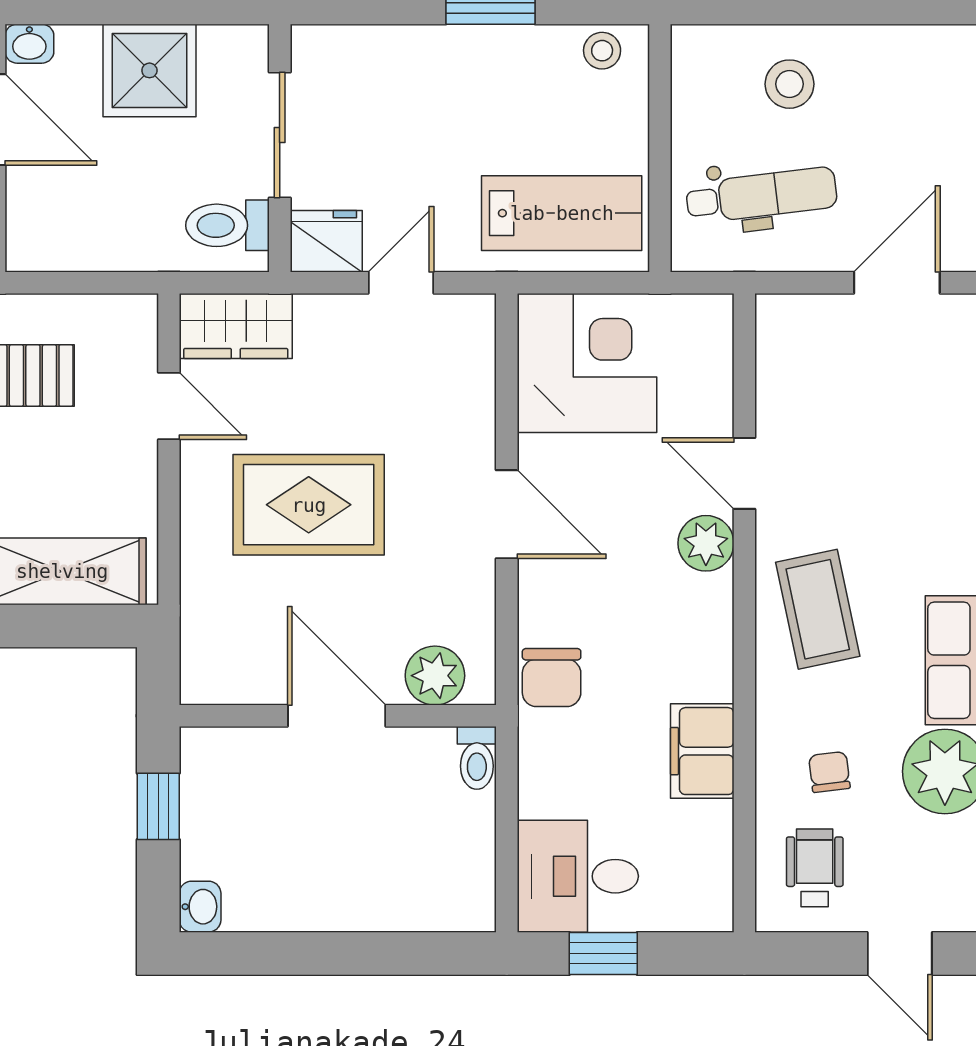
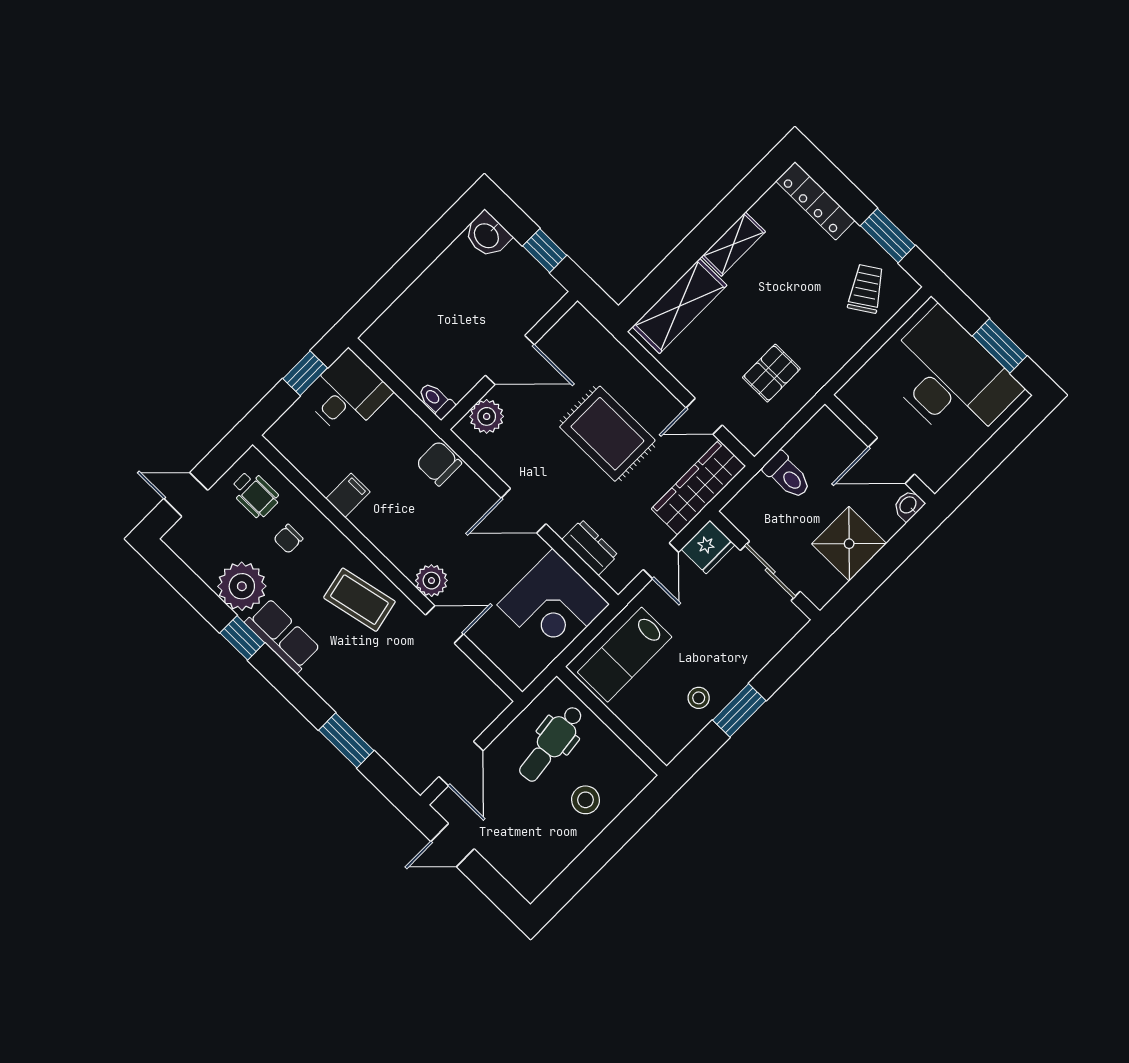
stool: (602, 51) -> (699, 698), moved
toilet: (227, 225) -> (787, 475), moved, turned 90
wardrobe: (236, 326) -> (698, 487), width x1.50
dresser: (471, 387) -> (590, 547), added
rug: (309, 505) -> (607, 434), turned 90
filing cabinet: (702, 751) -> (348, 495), width x0.50
chair: (829, 772) -> (288, 539), turned 97
washbasin: (200, 907) -> (487, 235), width x1.38, depth x1.45

